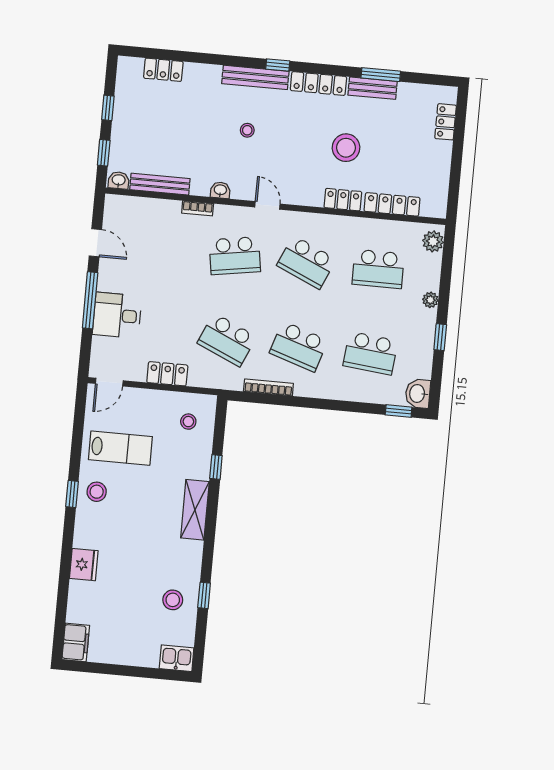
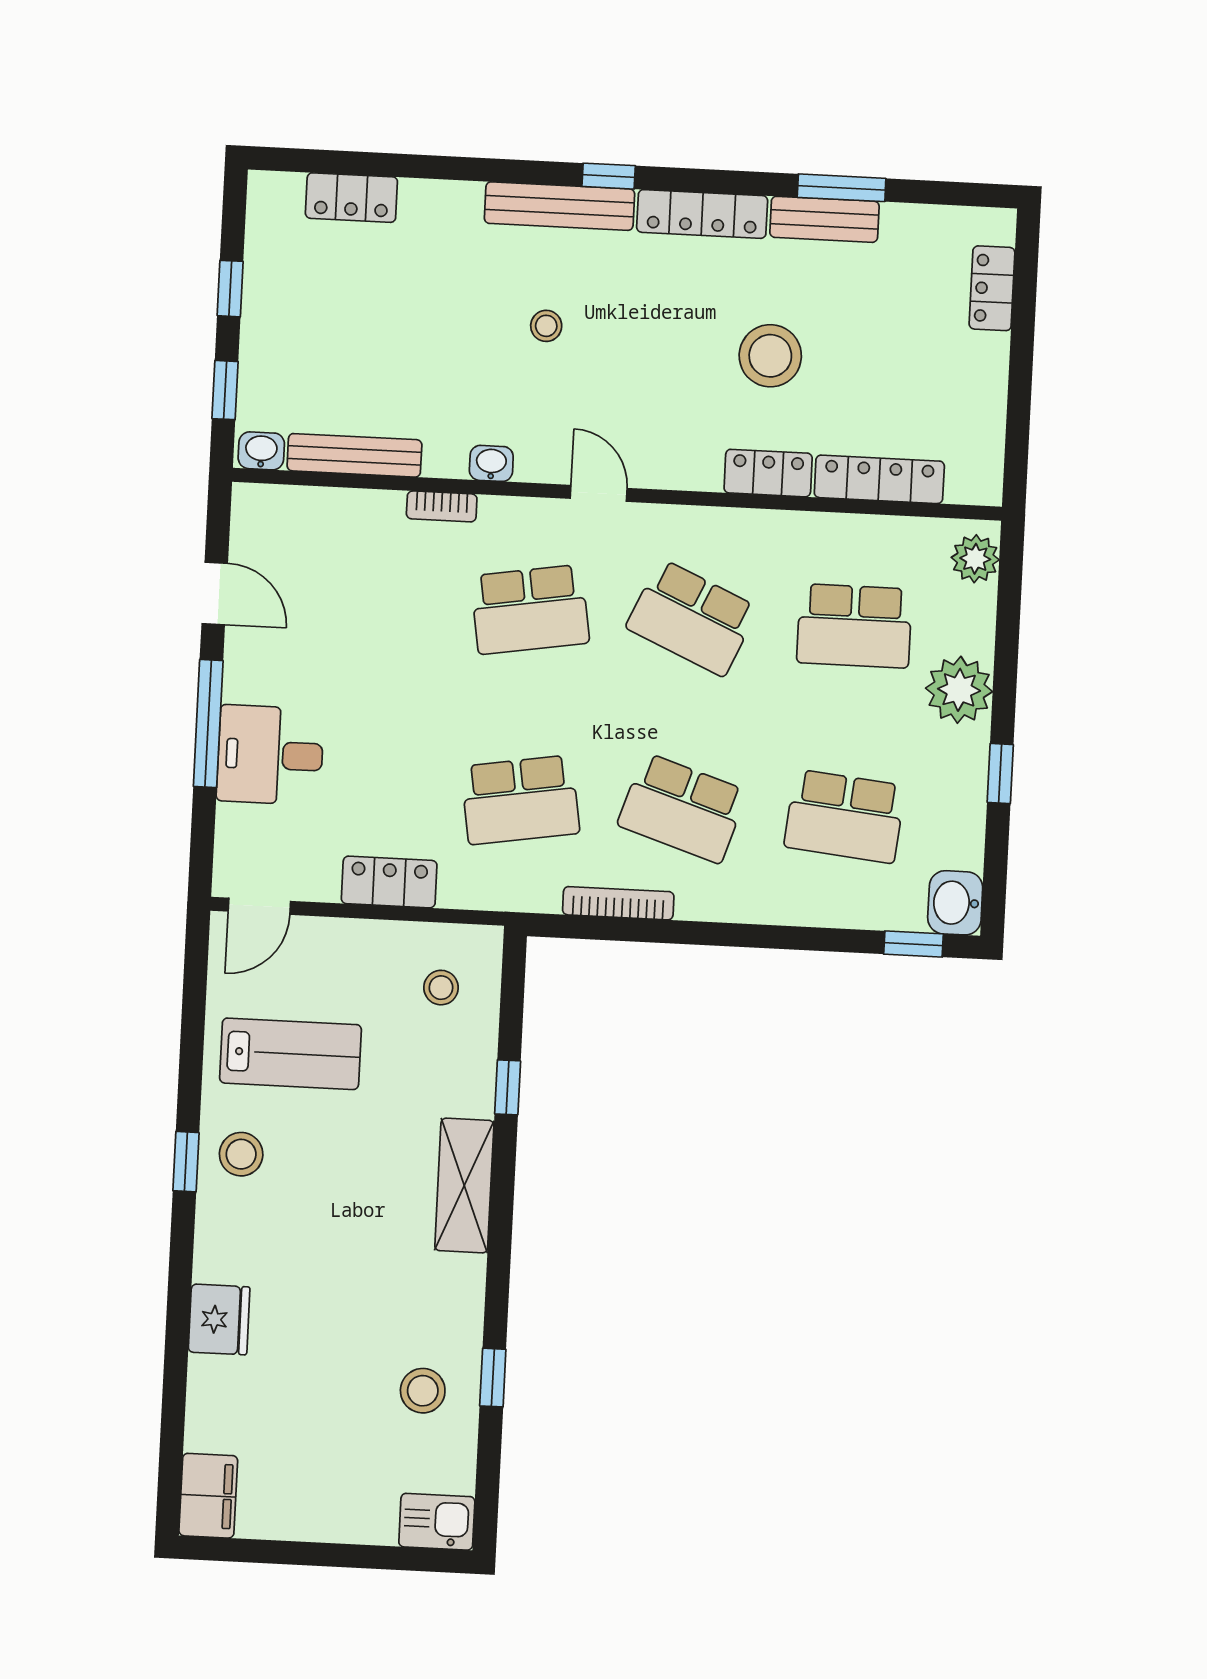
plant: (430, 300) -> (959, 690), width x1.87, depth x1.87
school desk: (227, 340) -> (520, 800), turned -33

